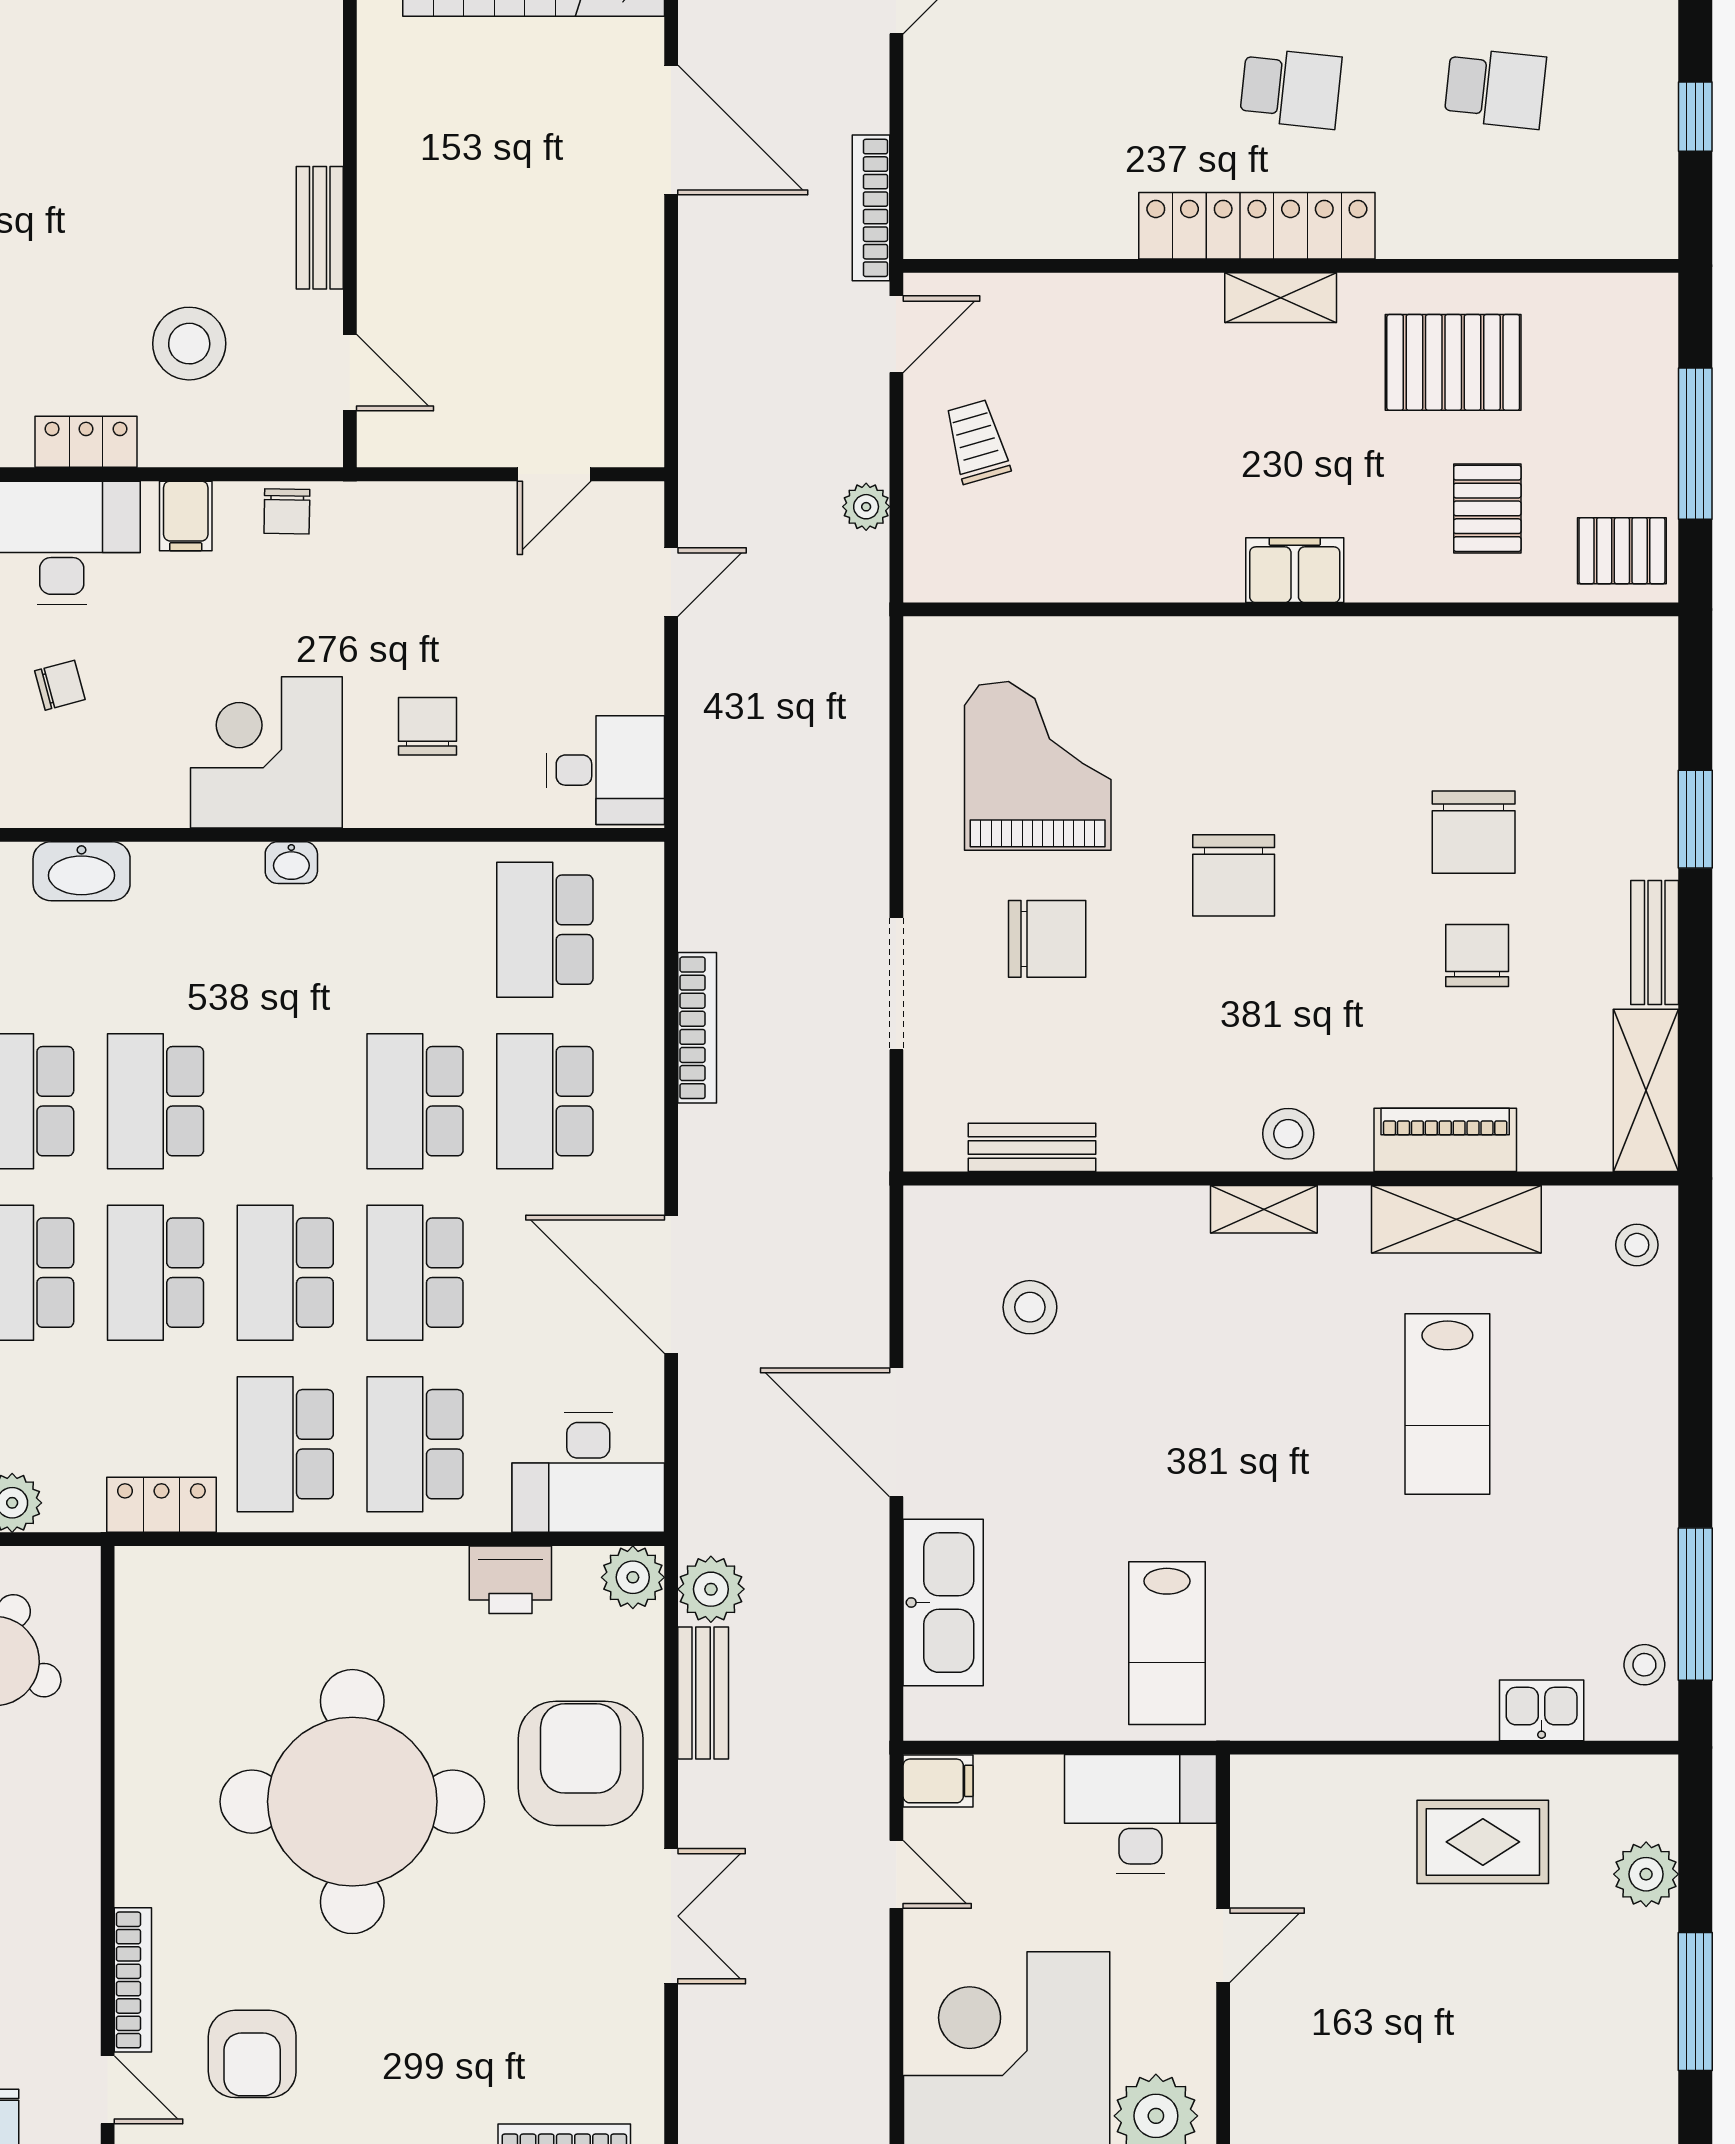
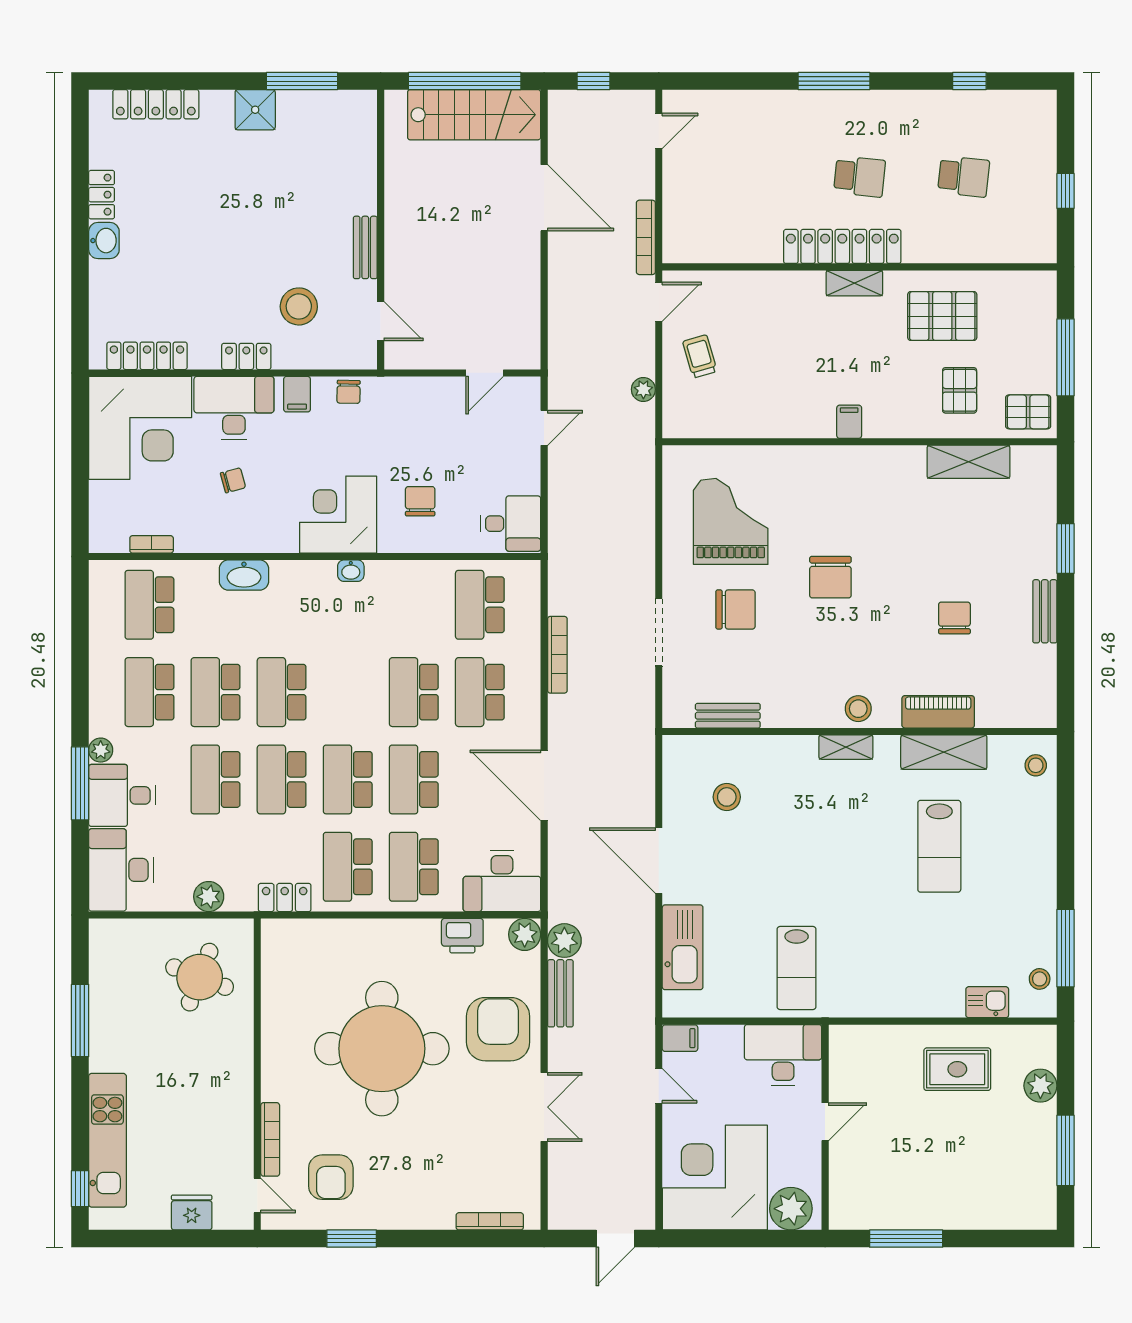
filing cabinet: (1295, 570) -> (849, 422), width x0.50
chair: (1474, 832) -> (953, 555), removed
shelving: (1646, 1090) -> (968, 462), moved, turned 90

